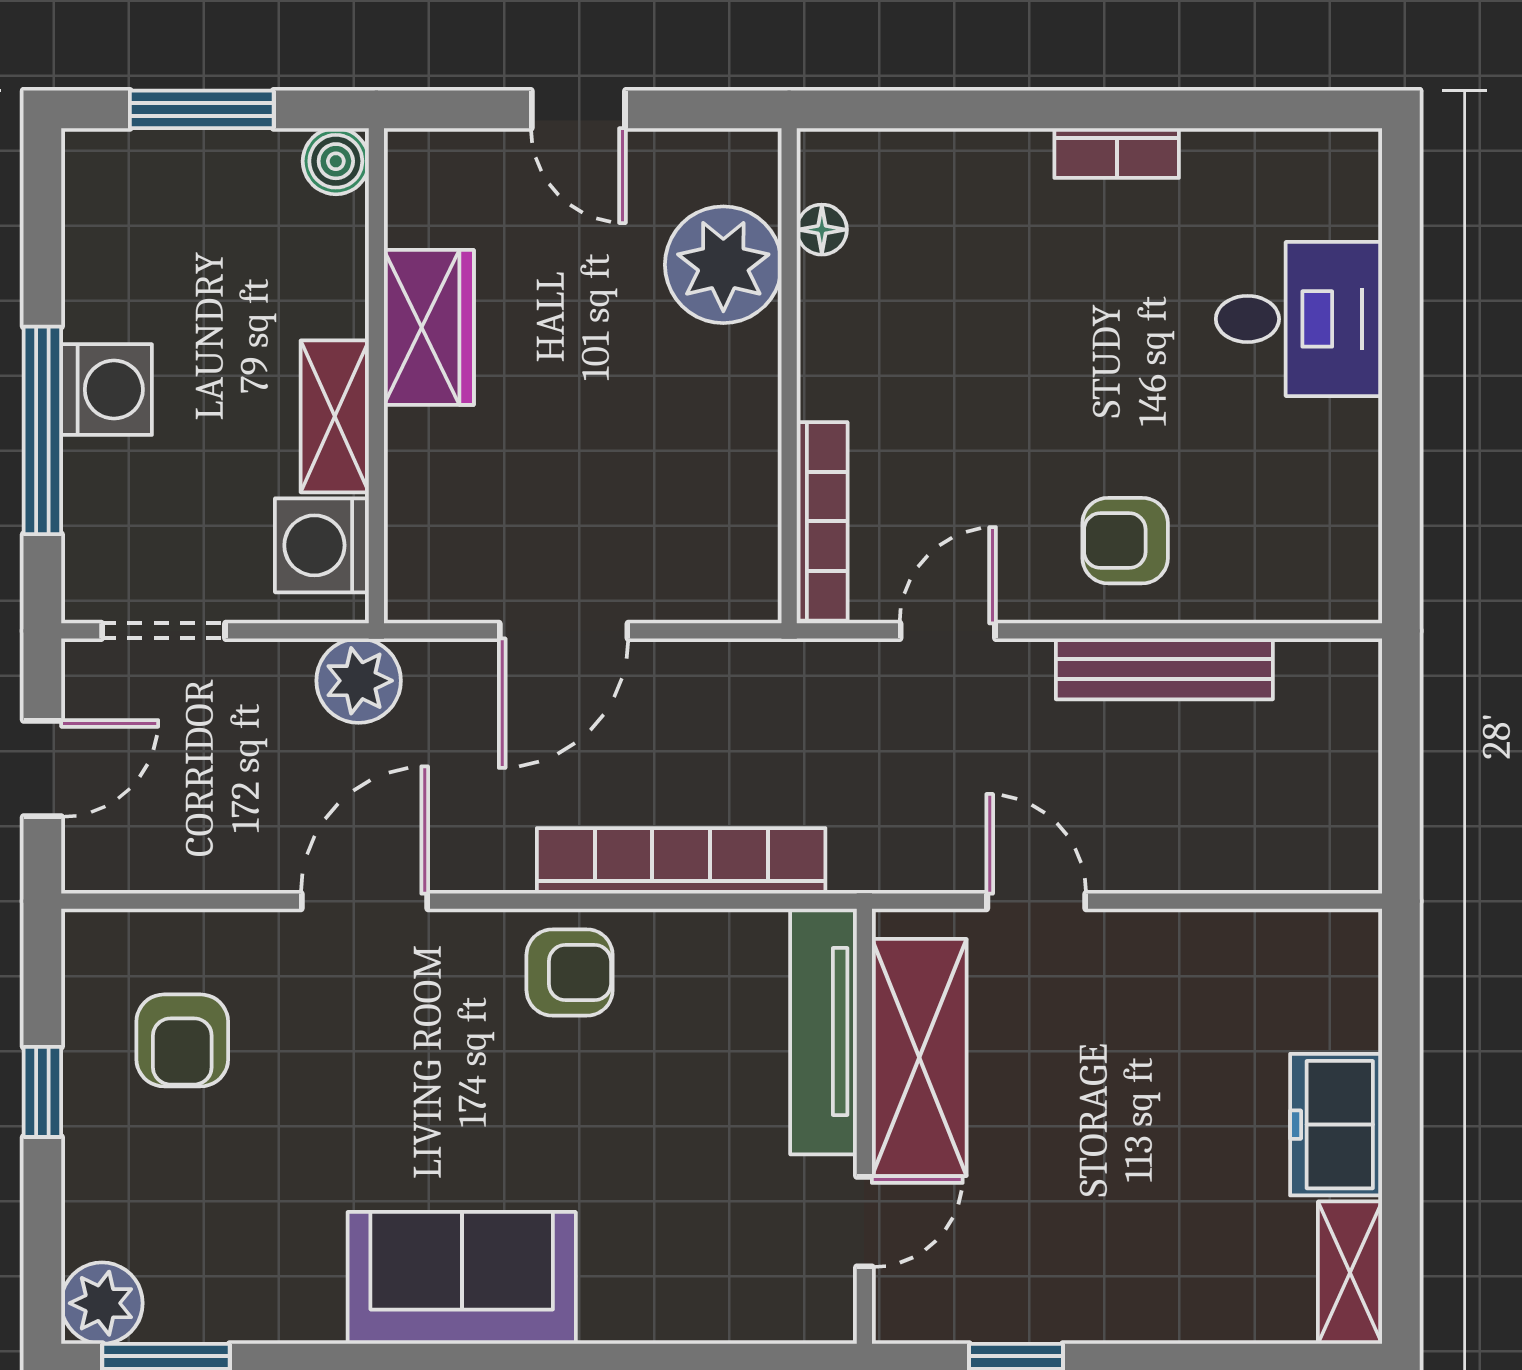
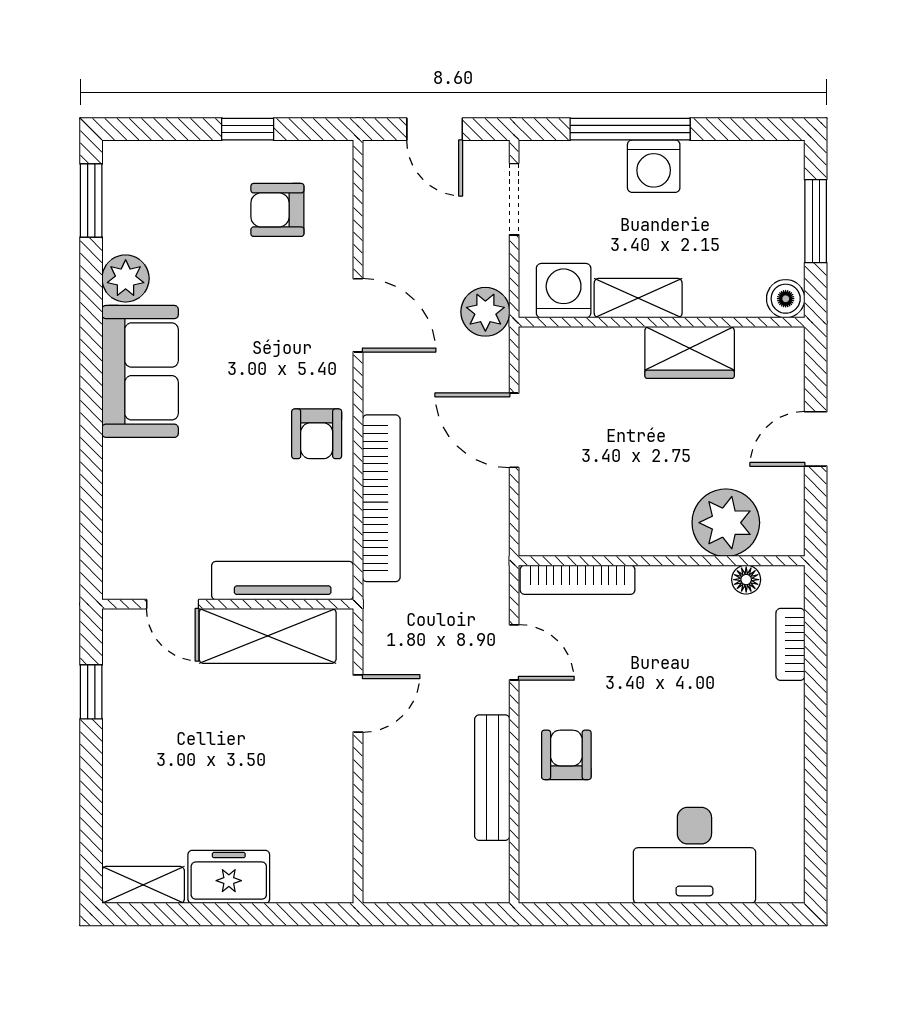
bookcase: (1117, 153) -> (790, 644), moved
desk: (1299, 319) -> (694, 855), width x1.37
plant: (102, 1303) -> (126, 278), moved

